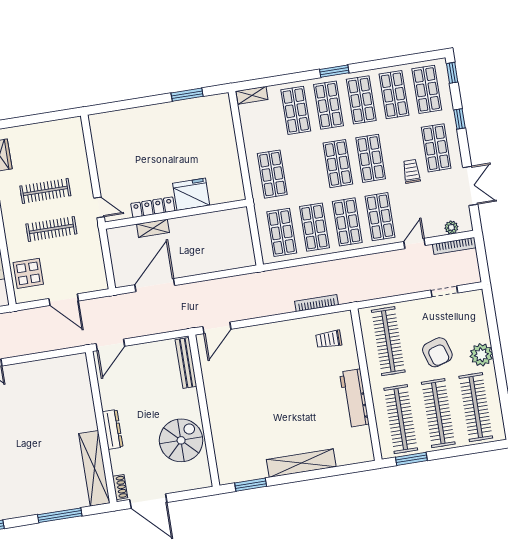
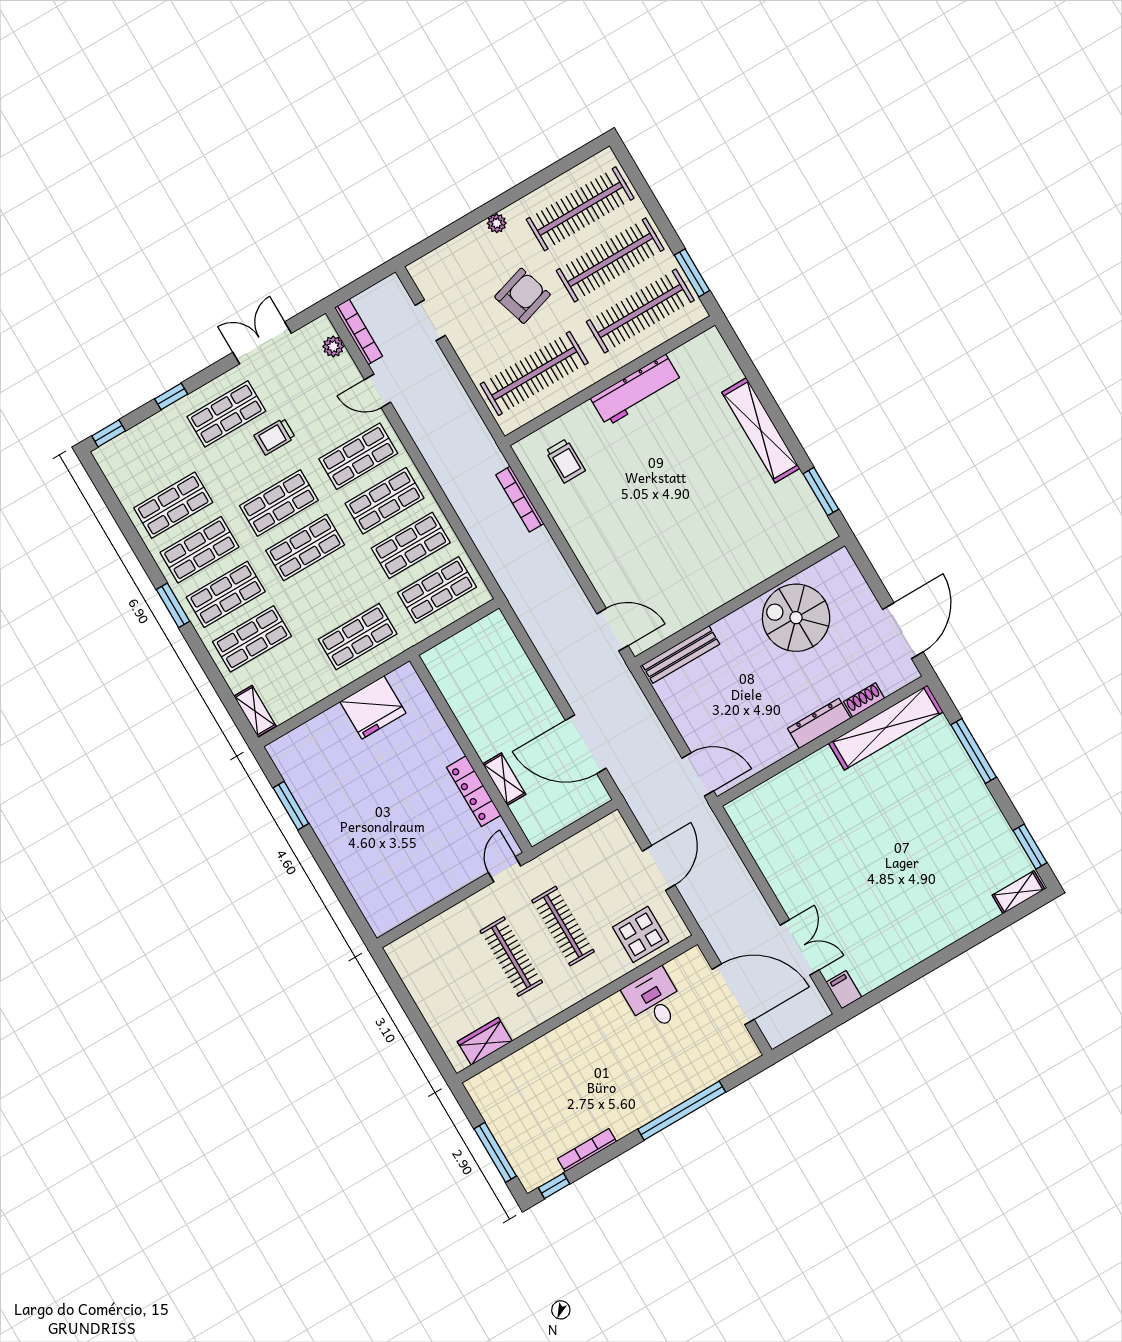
shop shelf: (427, 89) -> (147, 461), removed
fridge: (191, 194) -> (373, 707), moved, turned -90
plant: (481, 355) -> (497, 223), width x0.53, depth x0.53
shoe rack: (120, 487) -> (864, 700), moved

